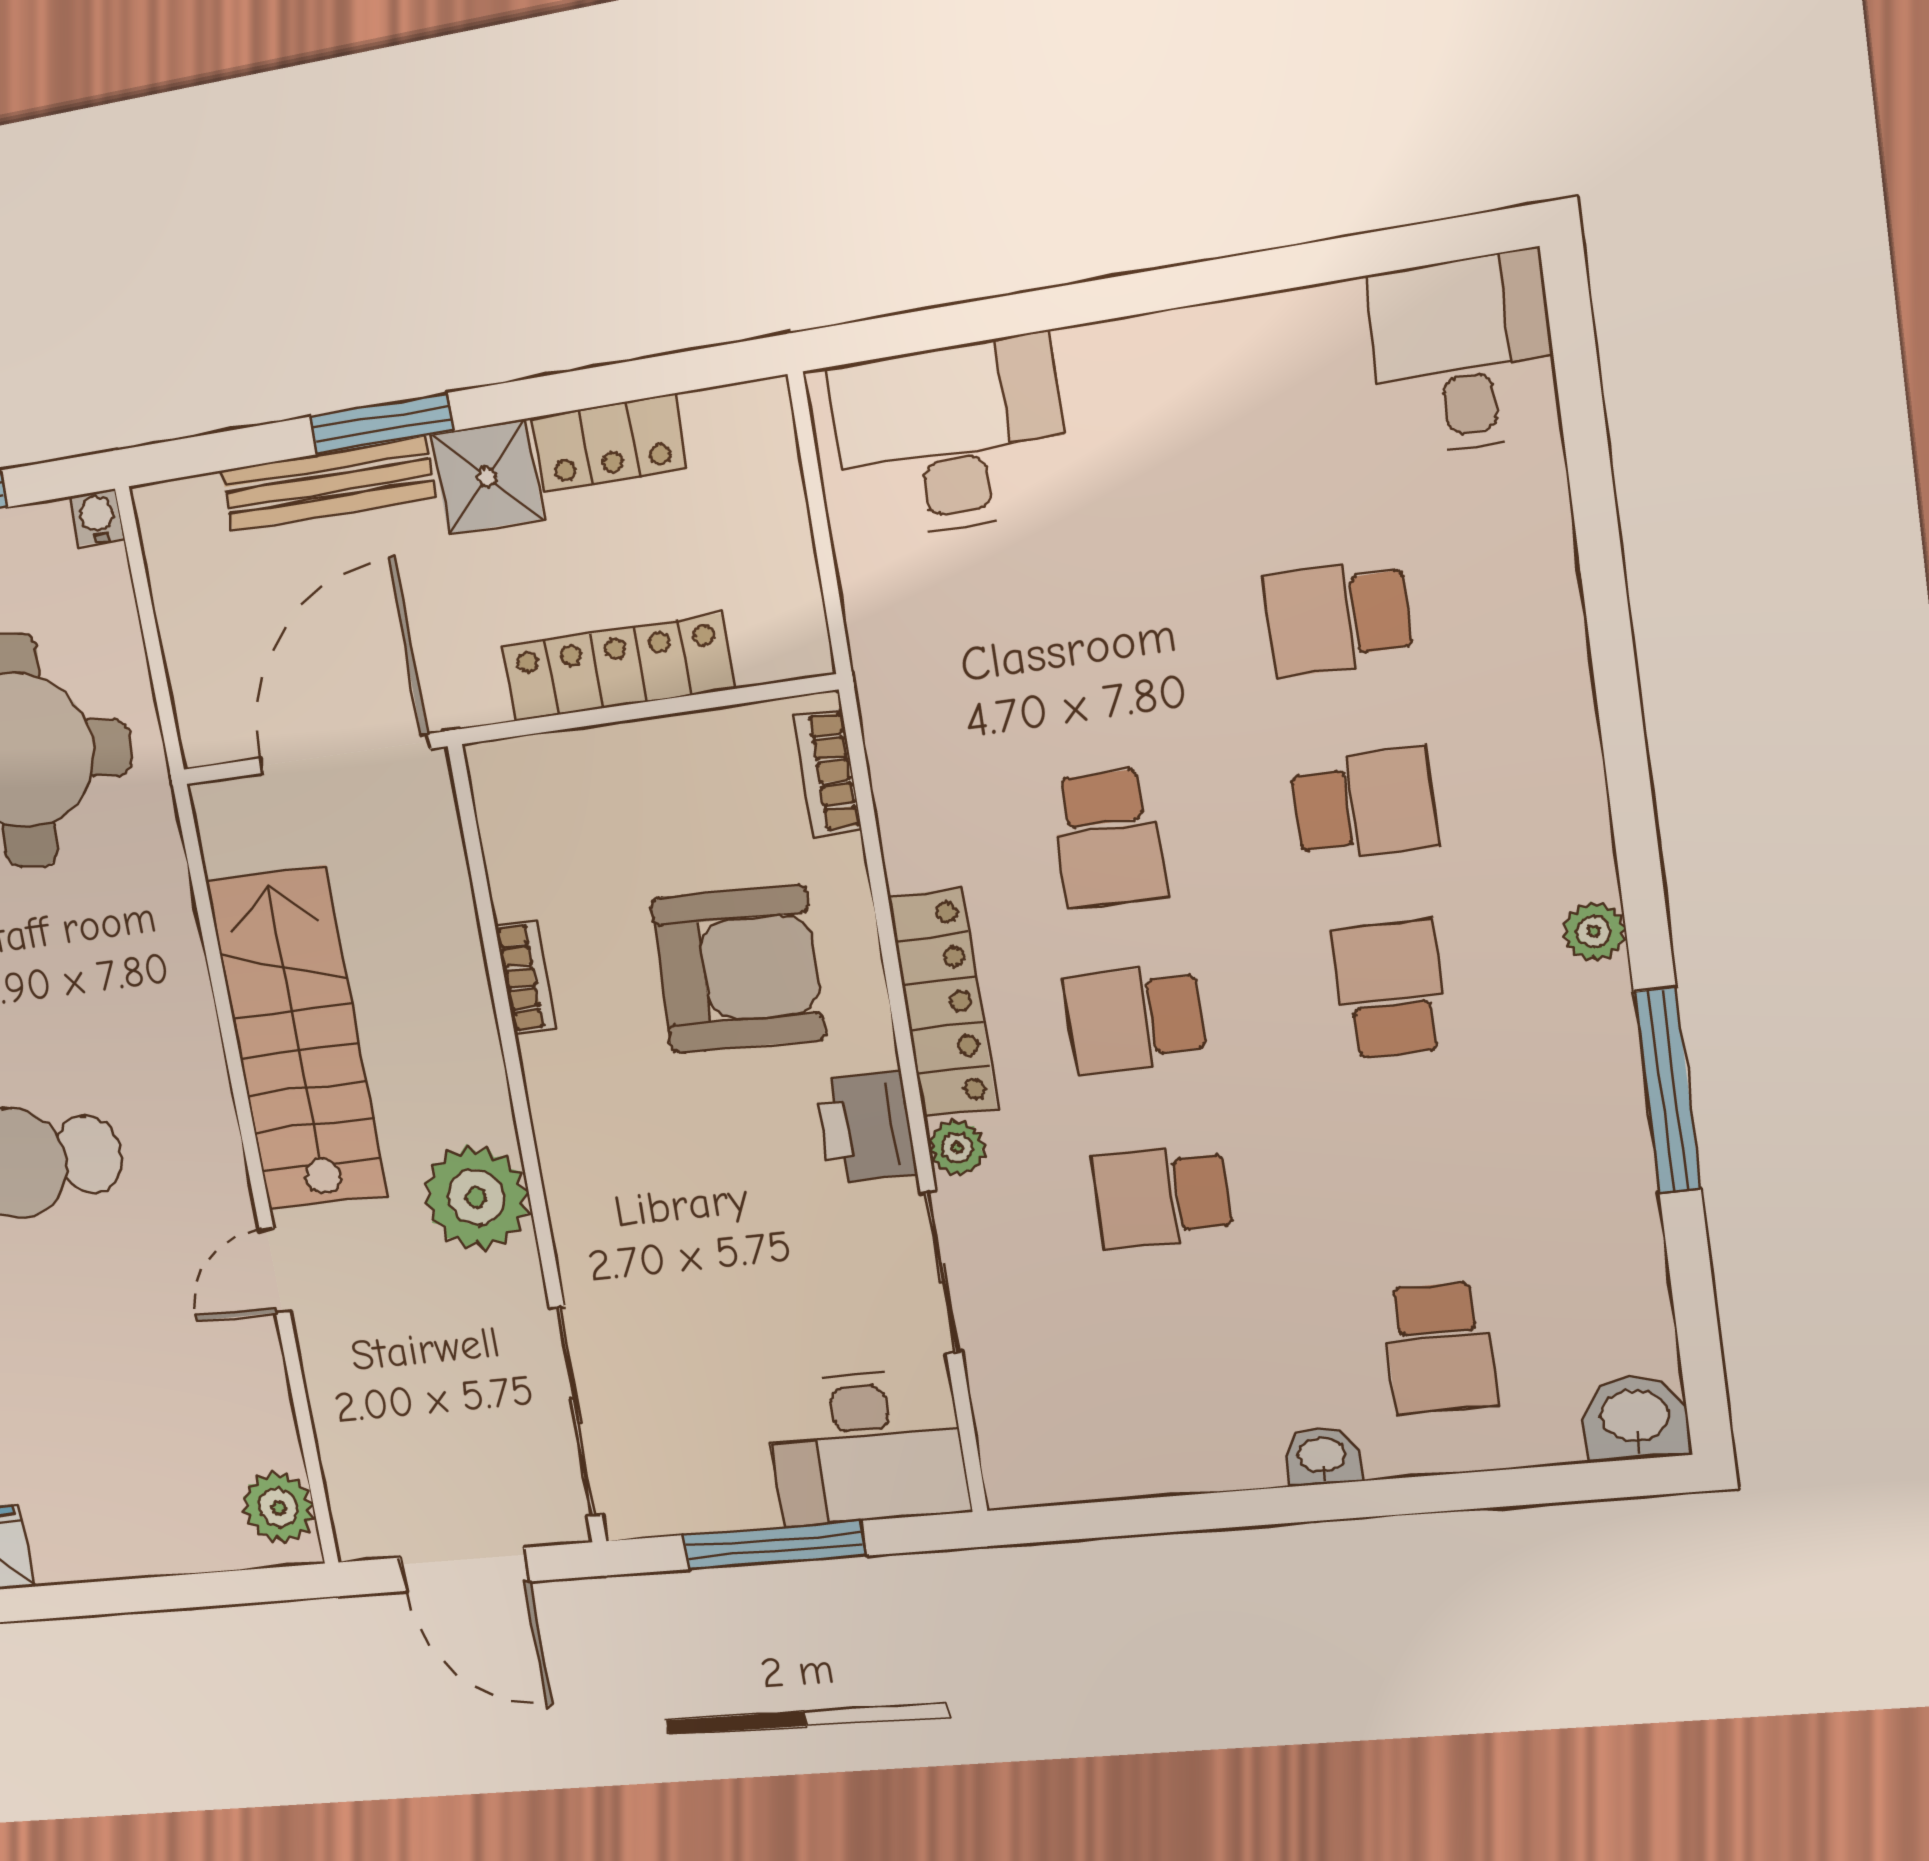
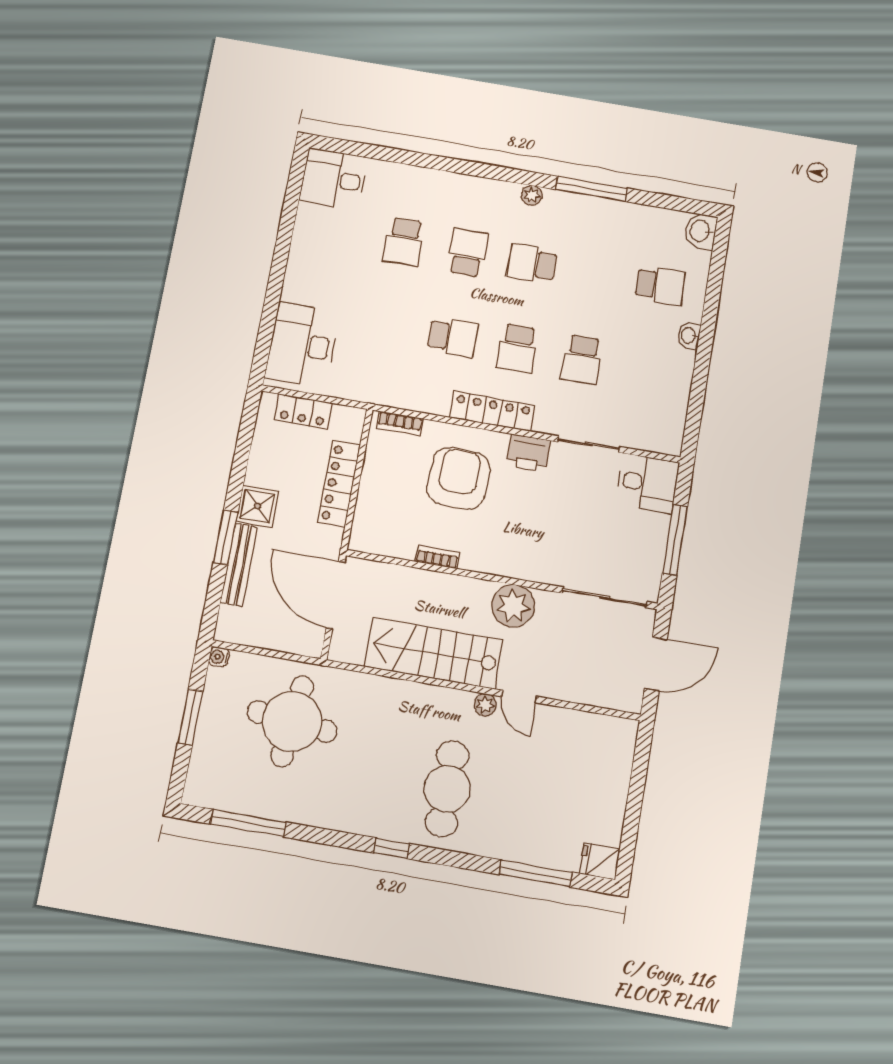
locker: (609, 443) -> (303, 411), moved, turned 90
plant: (957, 1148) -> (545, 423), removed
desk: (866, 1448) -> (648, 483), width x0.73
plant: (278, 1508) -> (485, 705), moved, width x0.73, depth x0.73

